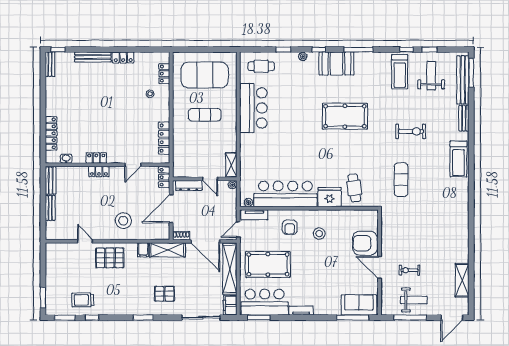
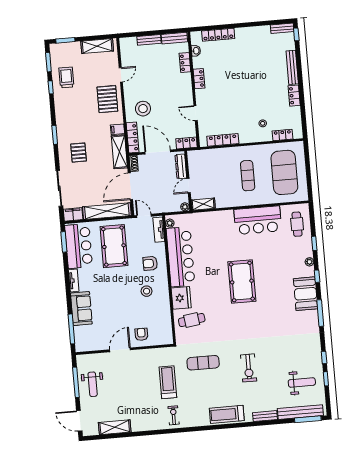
treadmill: (400, 72) -> (168, 382), moved, turned 90
pool table: (345, 116) -> (242, 282), moved
locker: (99, 171) -> (185, 63), moved
locker: (153, 234) -> (133, 137), added
armchair: (365, 243) -> (141, 334), width x0.53, depth x0.53
shelving: (52, 264) -> (97, 46), added
exercise bike: (409, 270) -> (174, 415), moved
sofa: (359, 305) -> (81, 309), moved

